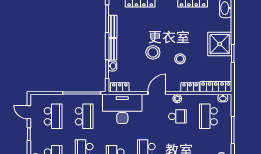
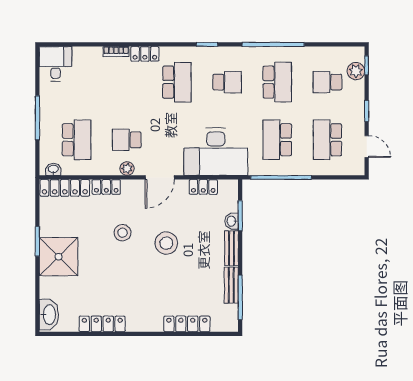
locker: (120, 87) -> (203, 187), moved

